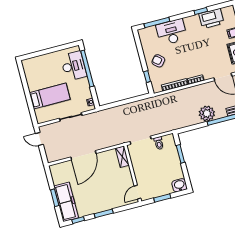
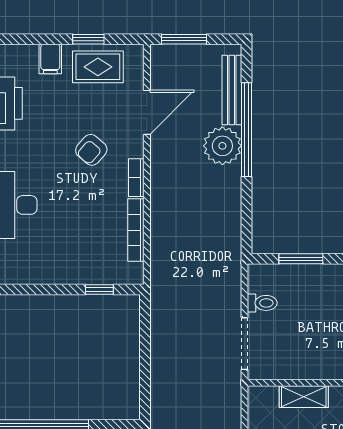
armchair: (158, 61) -> (91, 150), moved
plant: (207, 113) -> (222, 146), moved
shelving: (122, 157) -> (304, 397), moved

